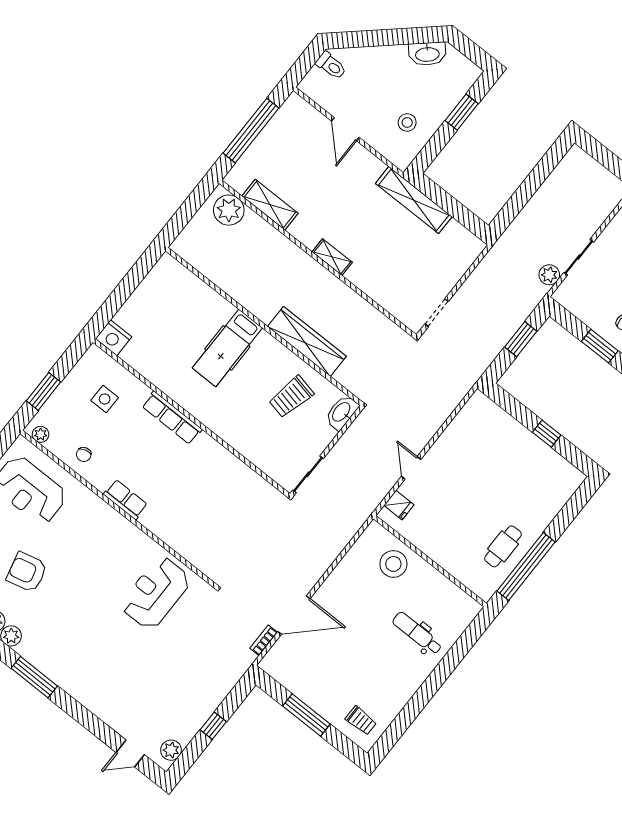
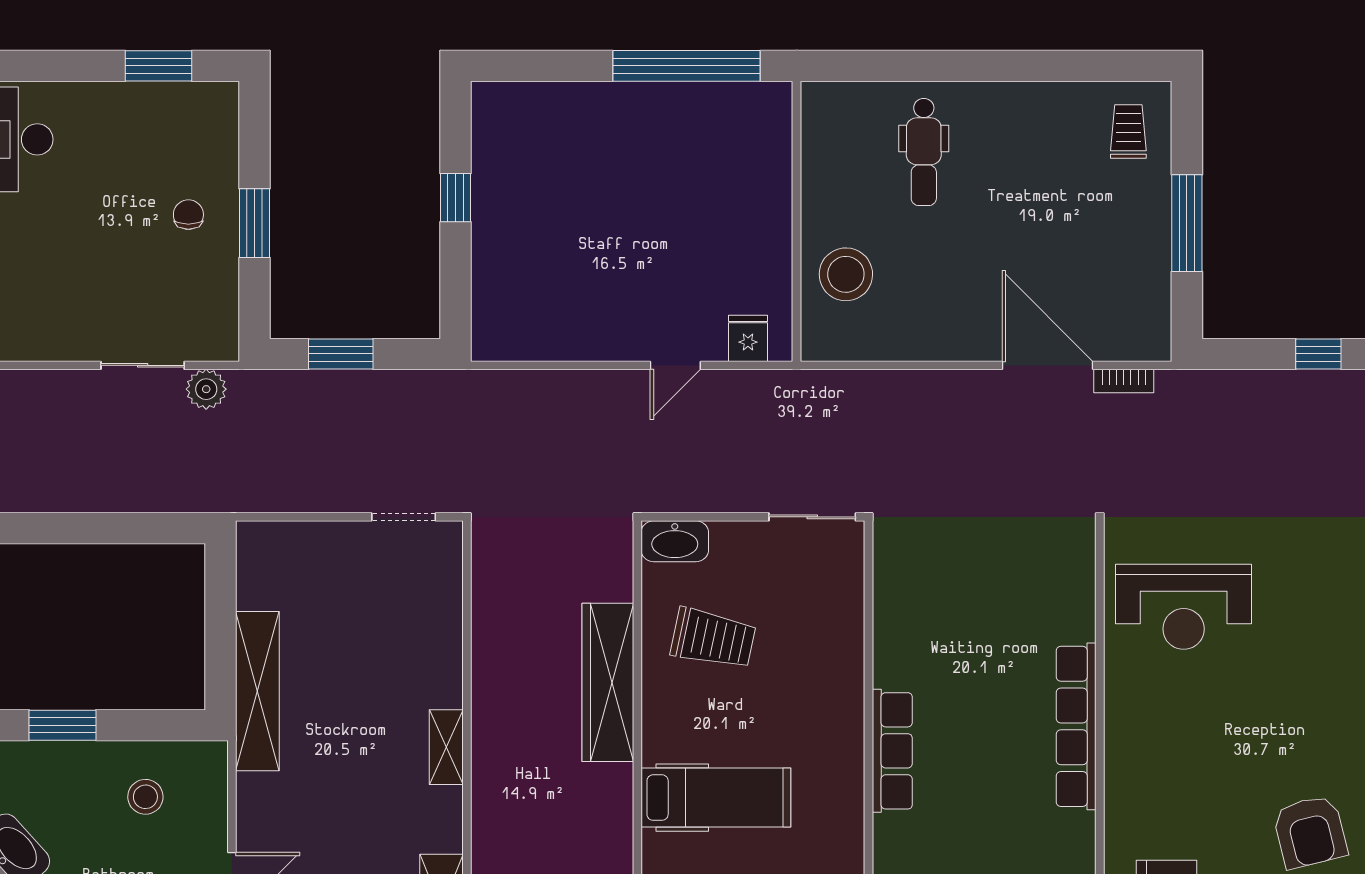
row of seats: (172, 418) -> (892, 751), moved
row of seats: (126, 500) -> (1076, 726), width x2.02
cafe table: (503, 546) -> (684, 126), removed

